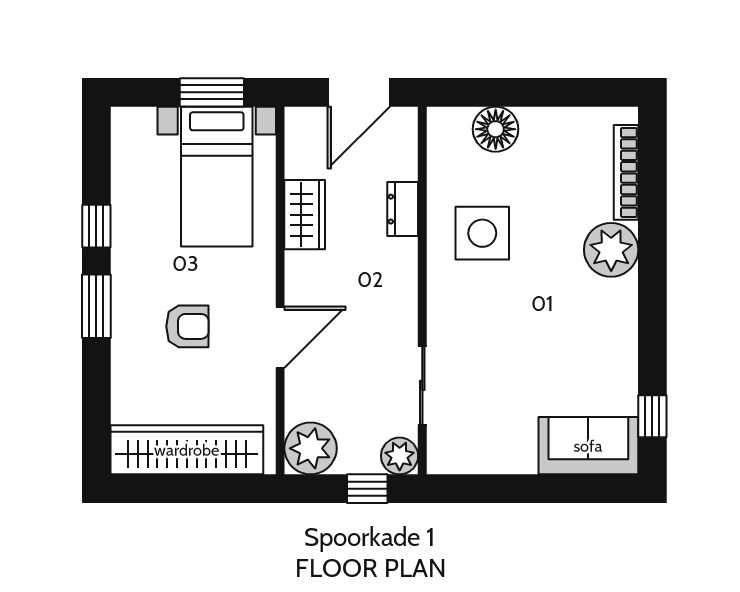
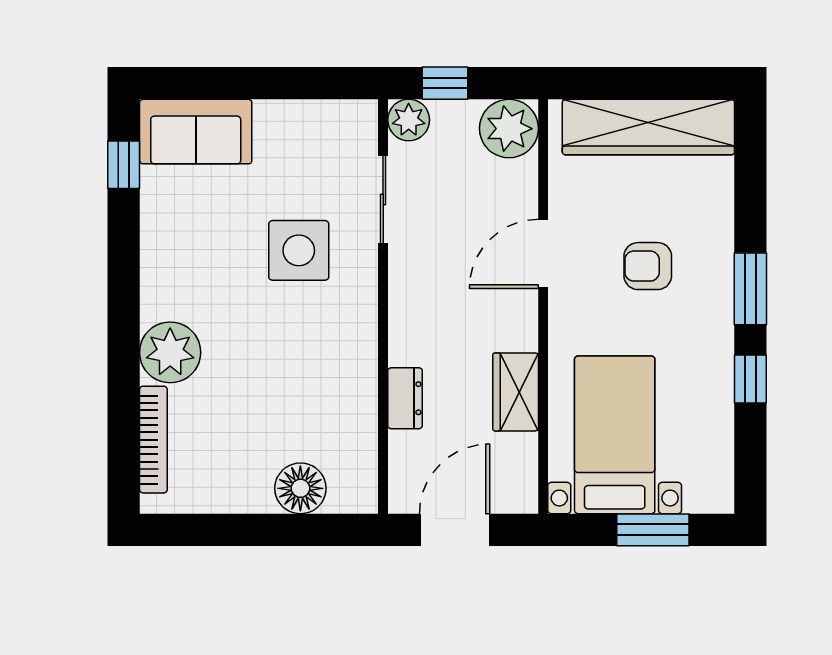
window: (212, 92) -> (653, 530), moved
side table: (482, 233) -> (299, 250), moved

